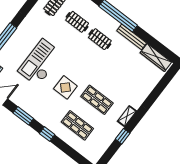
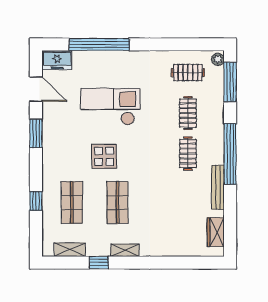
wardrobe: (156, 57) -> (216, 232), width x0.67
window: (47, 134) -> (36, 201), moved
shelving: (103, 147) -> (70, 250), added

